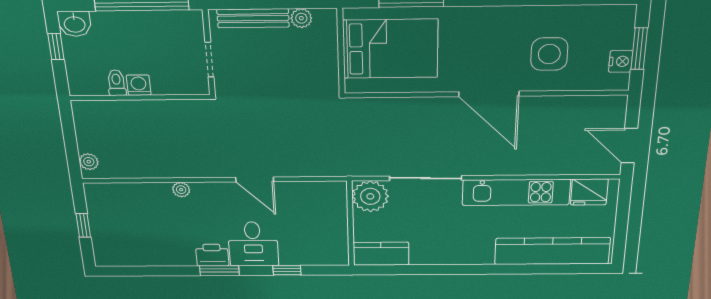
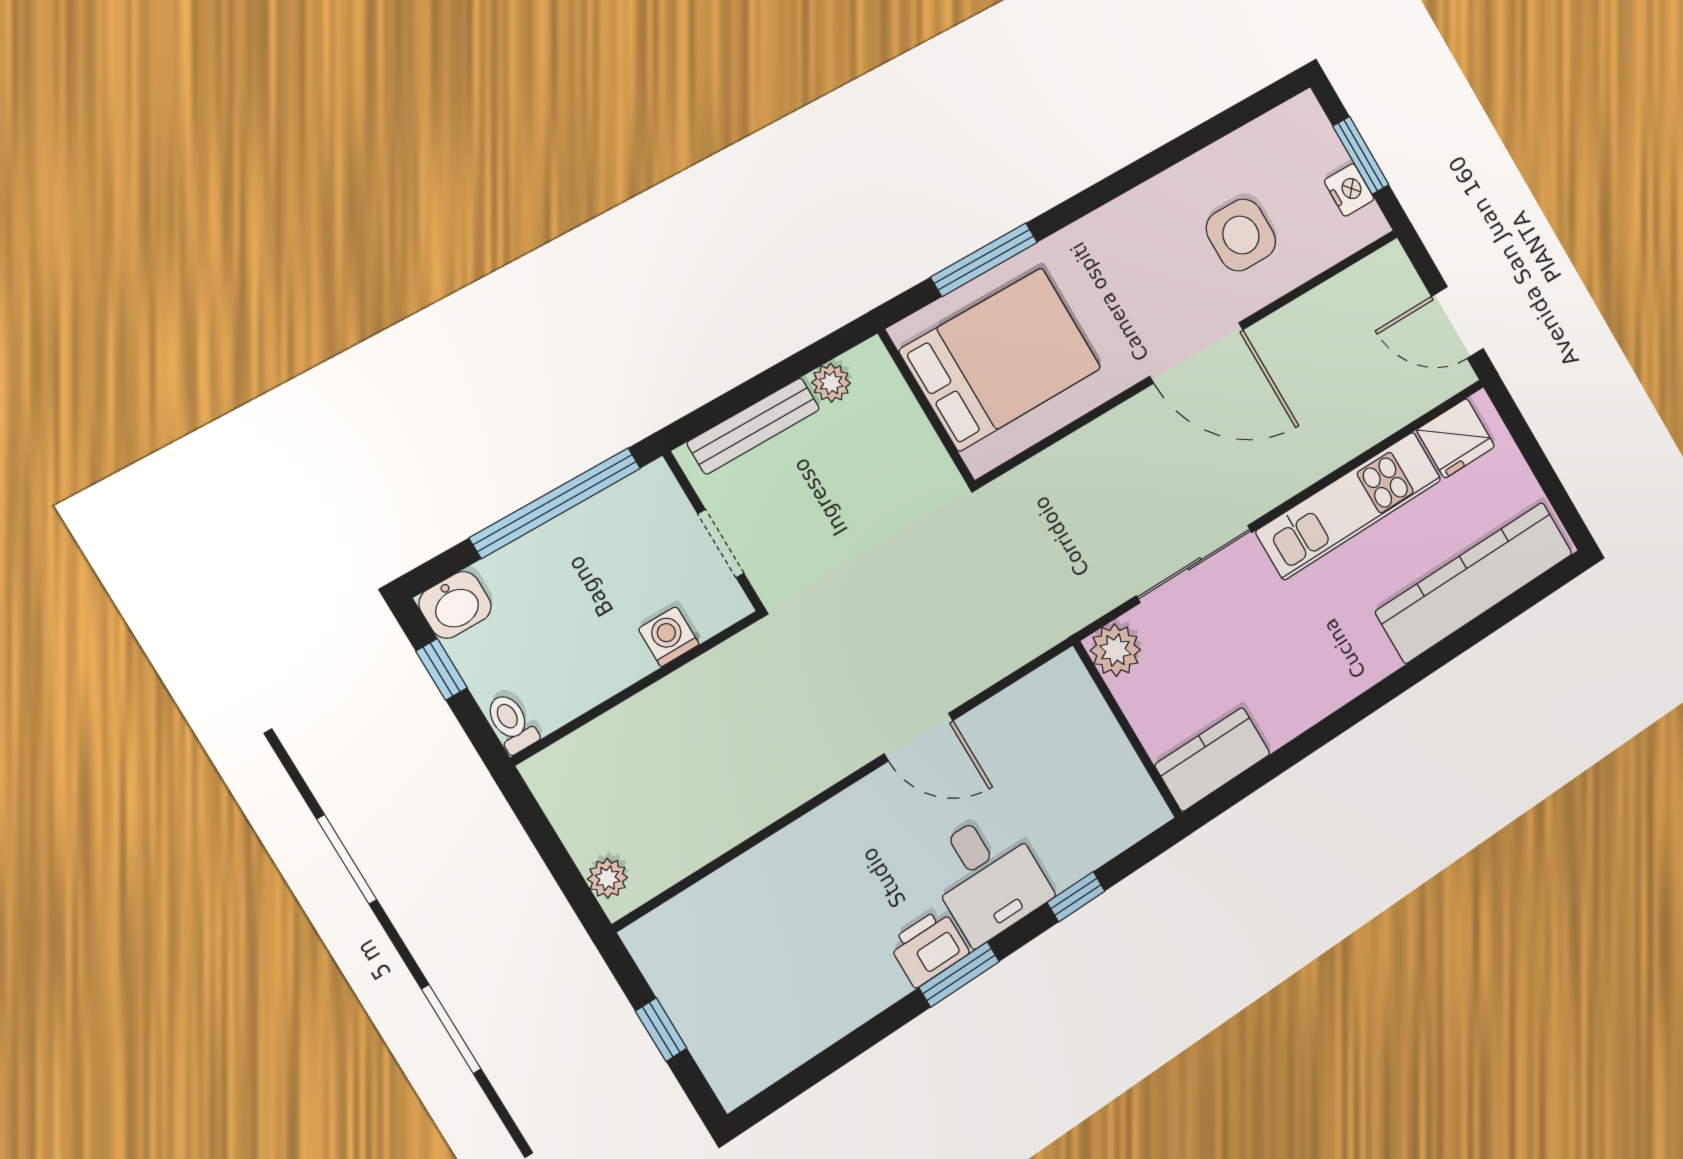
toilet: (116, 83) -> (511, 723), moved
washing machine: (139, 85) -> (669, 637), moved
plant: (181, 190) -> (802, 837), removed
plant: (370, 196) -> (1115, 650), width x0.73, depth x0.73

